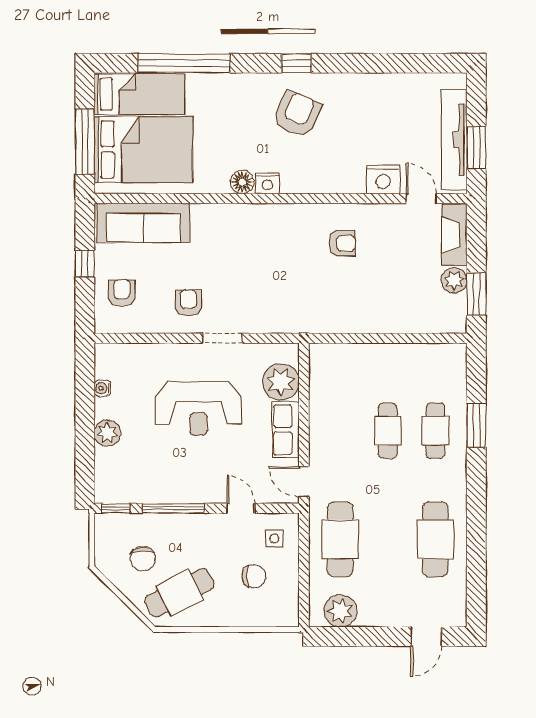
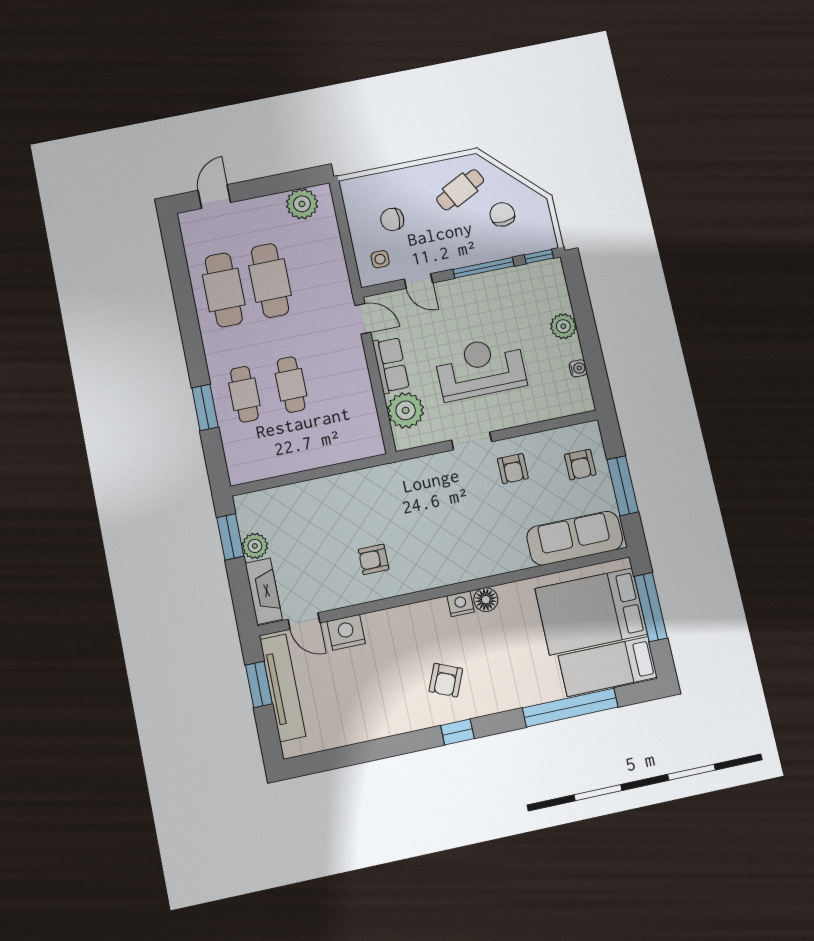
armchair: (297, 114) -> (446, 680), width x0.72, depth x0.72
window: (85, 264) -> (623, 486), width x2.17
cafe table: (340, 539) -> (270, 280), moved
cafe table: (179, 593) -> (460, 190), width x0.73, depth x0.74

